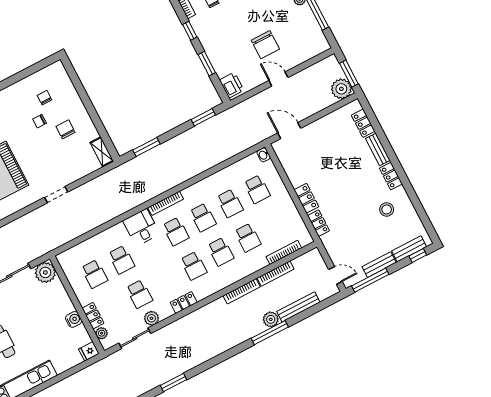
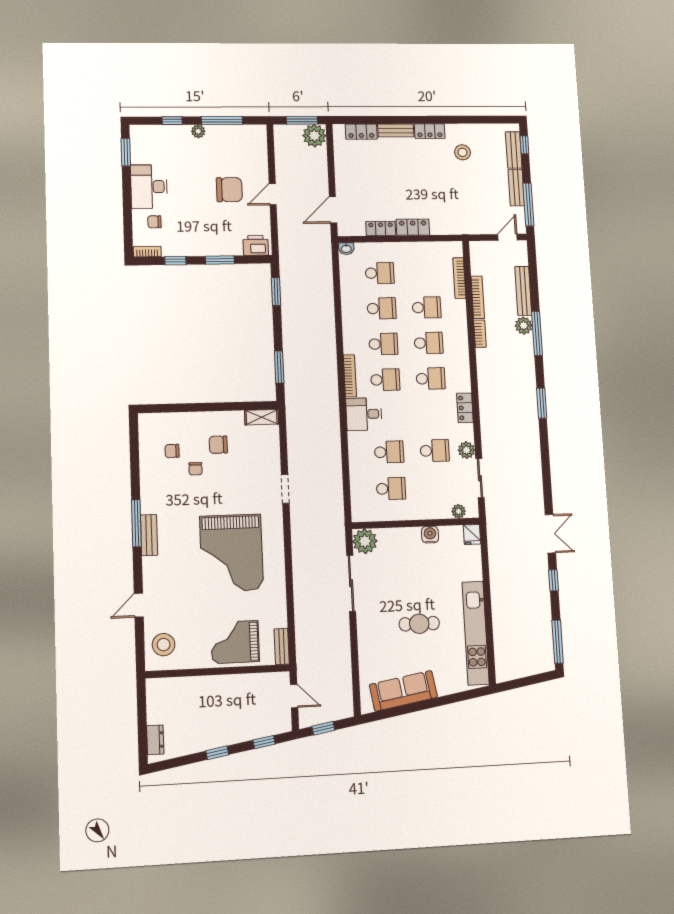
locker: (319, 223) -> (381, 228), moved
bookcase: (242, 291) -> (480, 334), width x0.64
locker: (93, 316) -> (435, 512), removed
window: (174, 383) -> (542, 403), moved

